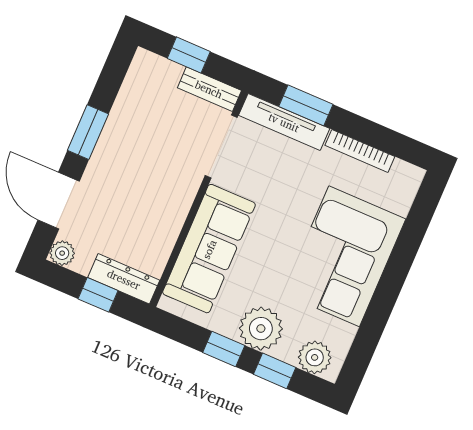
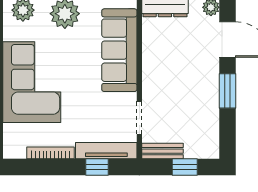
window: (306, 105) -> (97, 167), width x0.67
doorway: (221, 147) -> (139, 118), width x0.73

